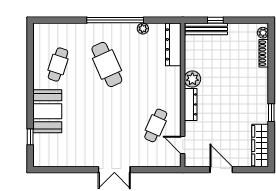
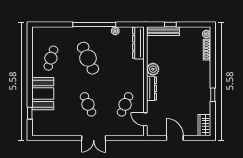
cafe table: (107, 125) -> (88, 104), added
wardrobe: (260, 146) -> (204, 125), width x0.67

